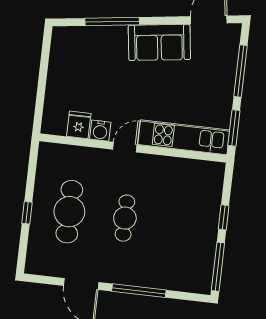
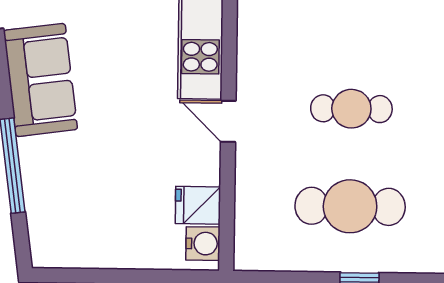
water cooler: (100, 131) -> (203, 244), moved

